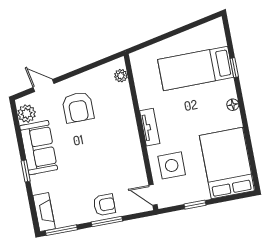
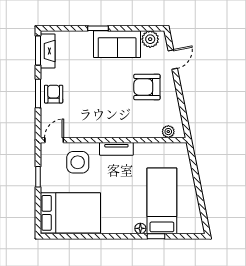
floor lamp: (233, 105) -> (140, 228), moved
armchair: (104, 205) -> (54, 94), turned 180
fireplace: (44, 212) -> (48, 51), moved, turned -90

